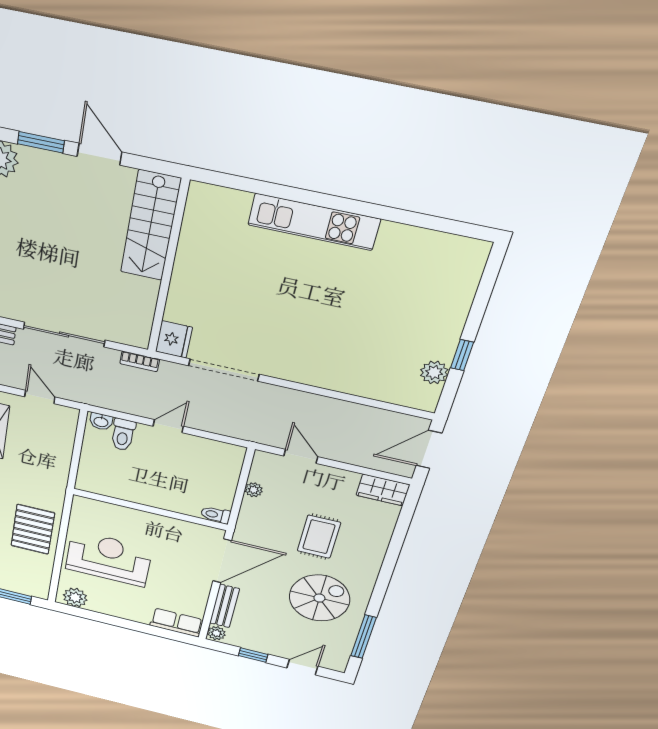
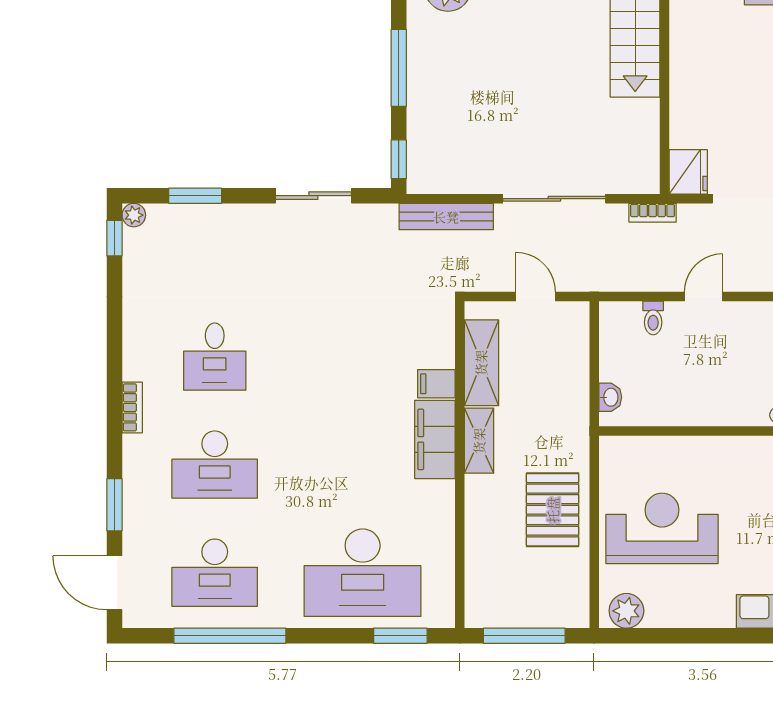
washbasin: (101, 422) -> (610, 397), moved, turned -90
toilet: (123, 435) -> (653, 318), width x0.73, depth x0.72

